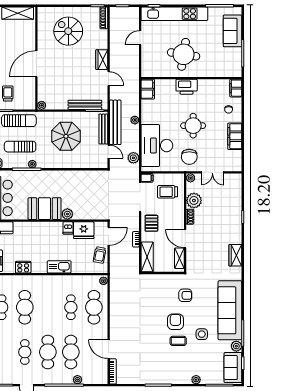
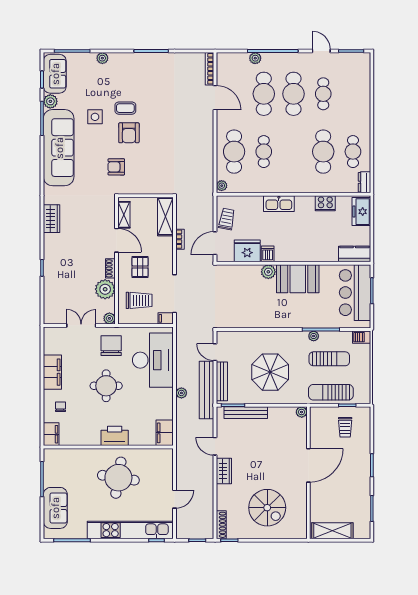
plant: (133, 158) -> (183, 344), removed
pallet: (151, 223) -> (140, 267), moved

